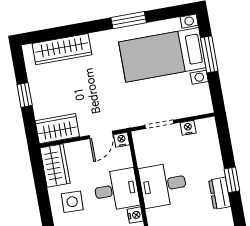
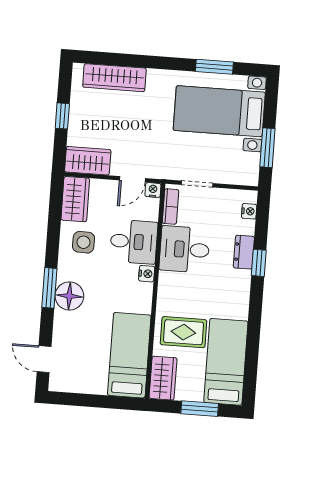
window: (129, 20) -> (214, 67), moved
window: (209, 54) -> (267, 148), moved
nightstand: (188, 128) -> (249, 211), moved, turned 90
bookcase: (141, 150) -> (171, 206), added
dresser: (220, 193) -> (244, 252), moved

